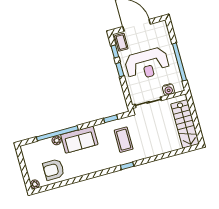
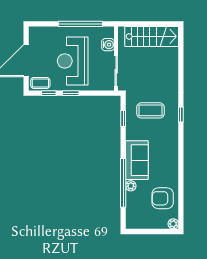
reception desk: (147, 64) -> (73, 61), turned 180
armchair: (54, 170) -> (163, 198), turned 90

